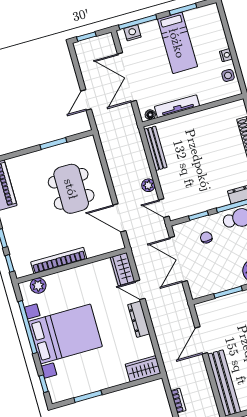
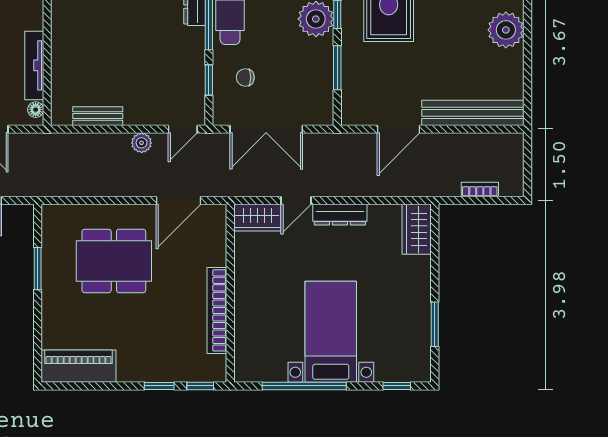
bench: (156, 148) -> (98, 116), width x0.73
plant: (38, 286) -> (246, 352), removed
bed with nightstands: (65, 334) -> (331, 332), width x0.73
door: (201, 340) -> (399, 129), hinge flipped

